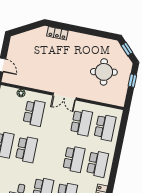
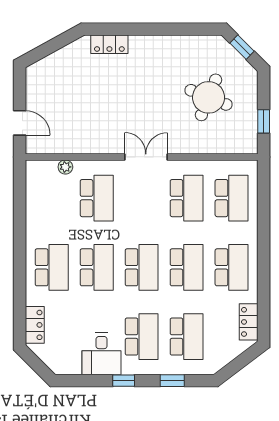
round table: (104, 72) -> (209, 97), turned 32
window: (132, 81) -> (264, 121), moved
double door: (64, 96) -> (146, 157), swing flipped
school desk: (50, 154) -> (142, 267), added

